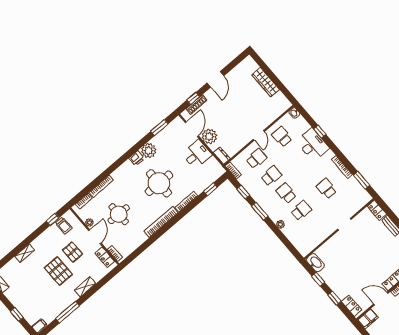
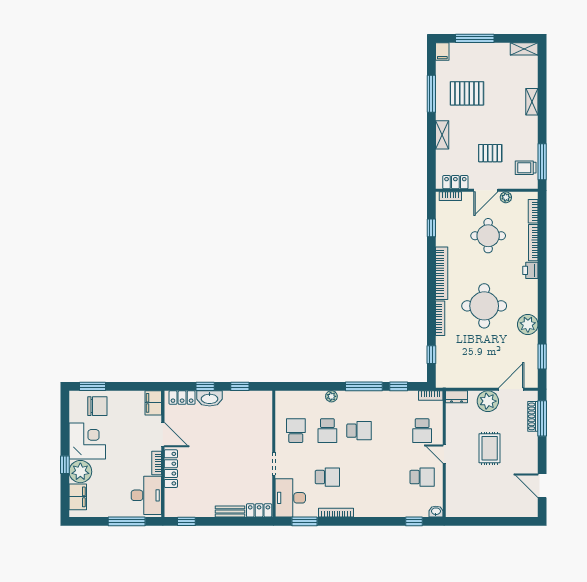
door: (215, 79) -> (542, 486), moved
wardrobe: (266, 82) -> (494, 509), removed
window: (193, 98) -> (542, 418), width x2.17
rug: (234, 113) -> (490, 448), added
door: (192, 129) -> (511, 389), swing flipped
window: (320, 132) -> (414, 521), moved
desk: (313, 145) -> (290, 498), moved, turned 90
desk: (197, 154) -> (480, 372), removed
printer: (137, 158) -> (530, 270), moved
school desk: (271, 176) -> (296, 431), moved, turned 180
window: (260, 211) -> (364, 386), width x1.44
window: (53, 219) -> (542, 162), width x2.17
door: (95, 237) -> (486, 190), hinge flipped
window: (141, 249) -> (431, 228), added
washbasin: (315, 263) -> (210, 398), moved
pallet: (58, 271) -> (467, 93), moved
door: (381, 299) -> (163, 435), hinge flipped
window: (17, 314) -> (475, 38), width x2.17

